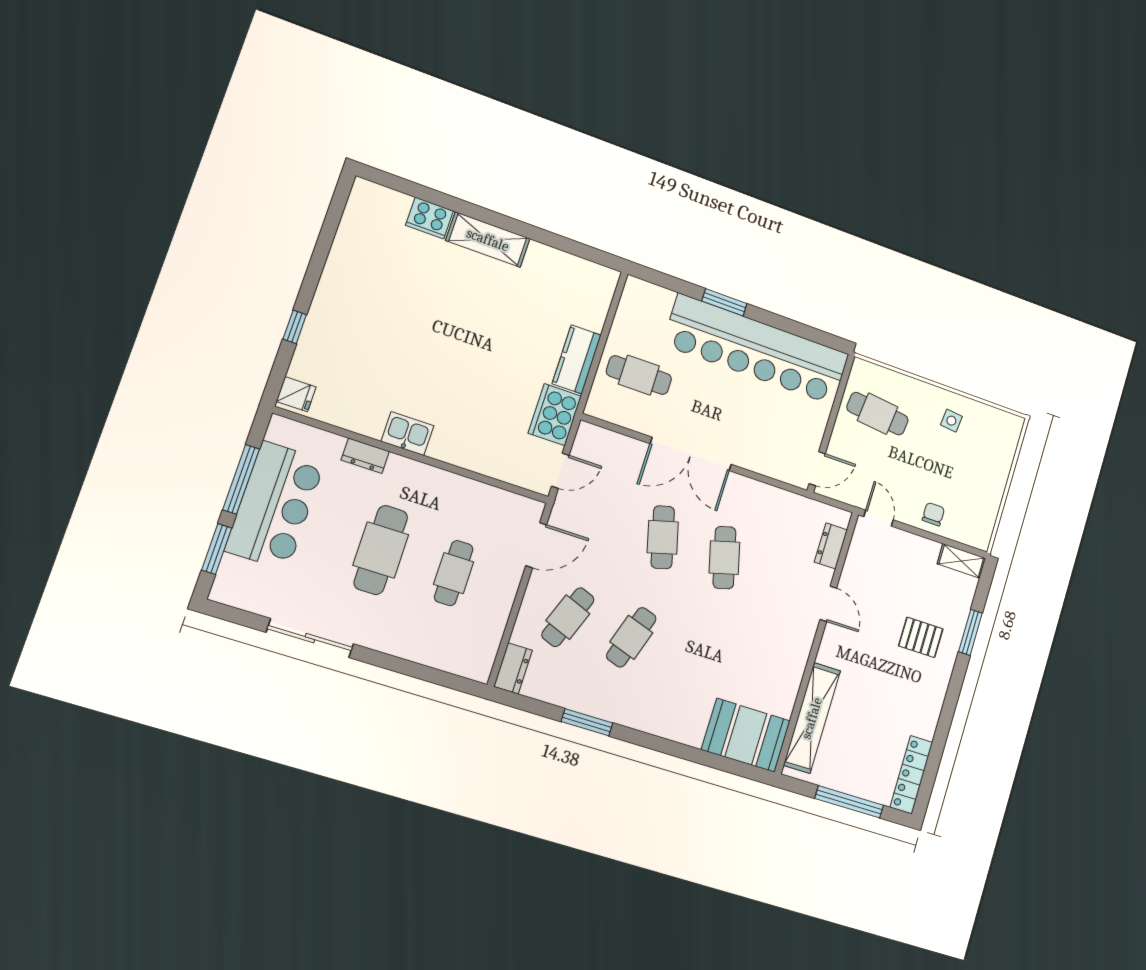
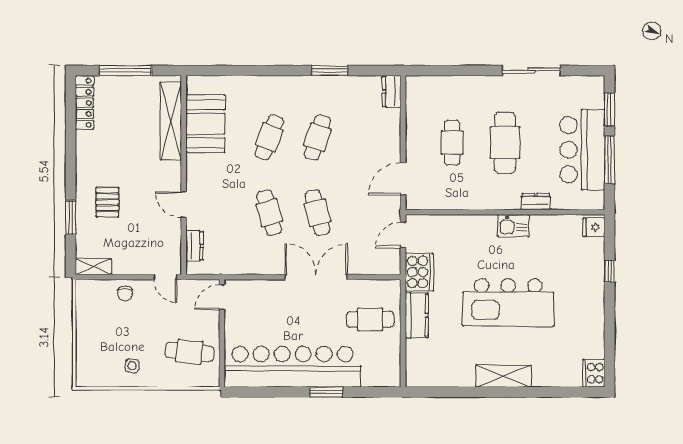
cooker: (429, 218) -> (594, 373), moved, turned -90
kitchen island: (449, 334) -> (508, 302), added
cafe table: (568, 617) -> (269, 137), moved
pallet: (921, 637) -> (107, 202), turned 90
booth: (746, 735) -> (205, 124), moved, turned 90

